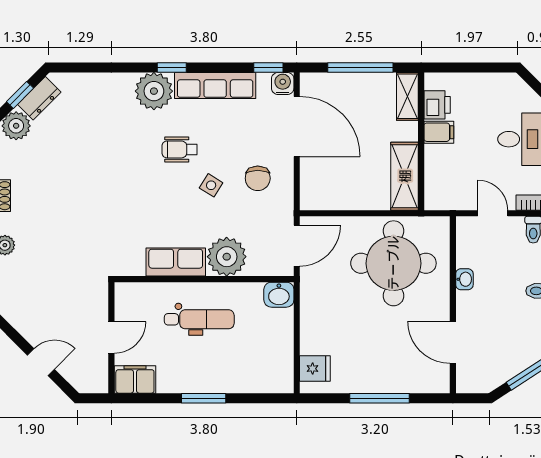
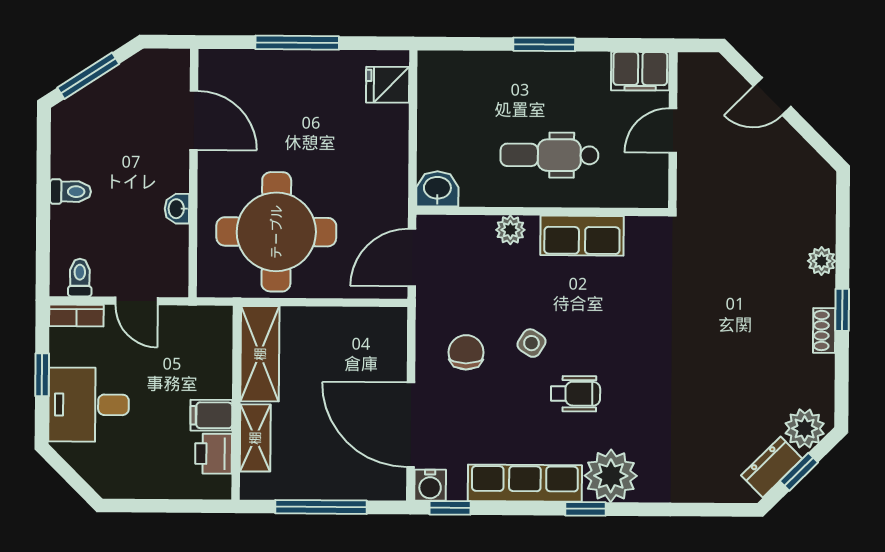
shelving: (407, 96) -> (255, 438), moved
plant: (227, 257) -> (510, 230), width x0.53, depth x0.53

